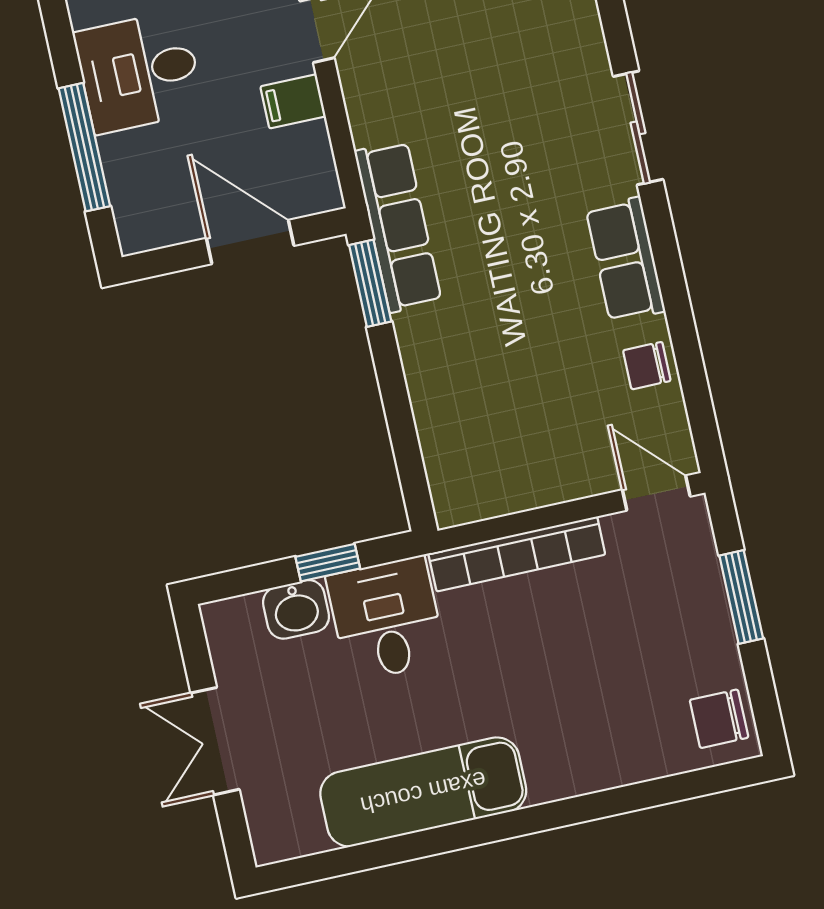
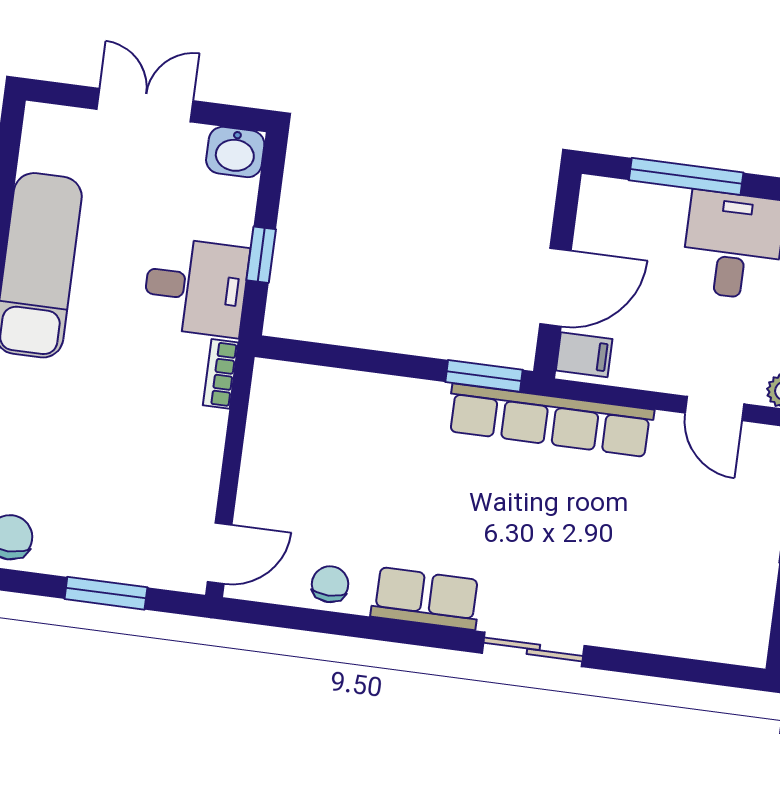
filing cabinet: (293, 101) -> (584, 355), moved, turned 90
row of seats: (398, 226) -> (550, 420), width x1.36
bookcase: (517, 554) -> (221, 374), width x0.43, depth x0.76
washbasin: (296, 609) -> (235, 152), moved, turned -90

